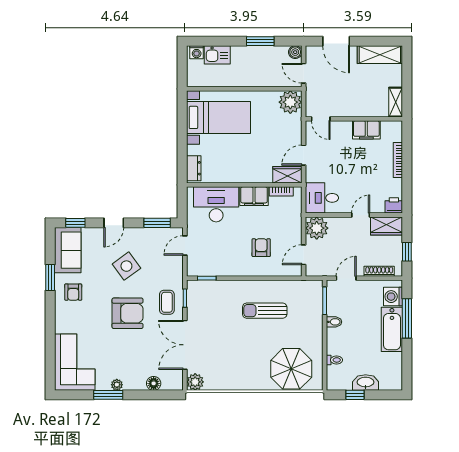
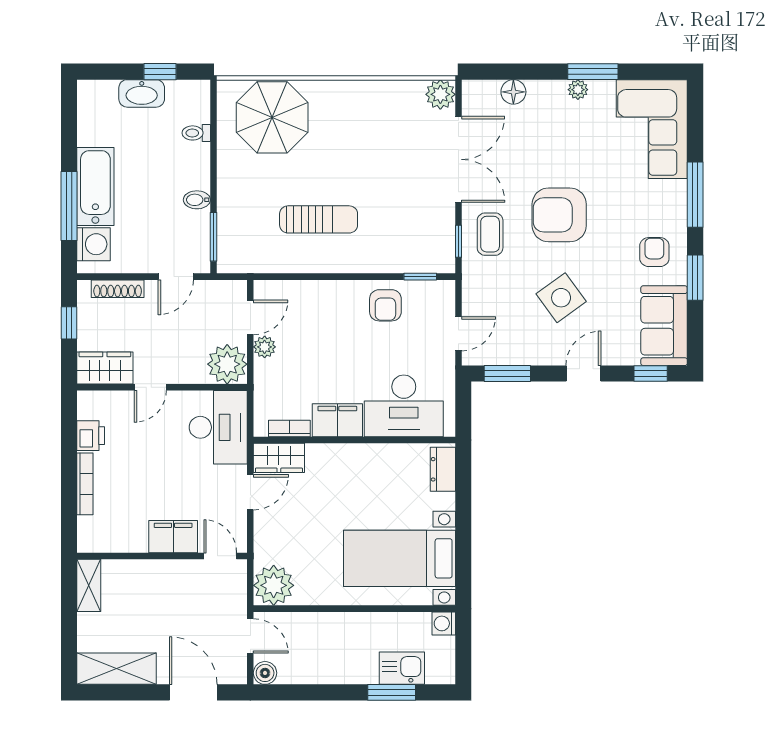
window: (260, 41) -> (392, 692), moved
washing machine: (197, 52) -> (444, 623), moved, turned -90
filing cabinet: (366, 130) -> (173, 537), moved
desk: (322, 198) -> (218, 427), width x1.37
printer: (394, 205) -> (91, 436), moved, turned -90
plant: (295, 238) -> (265, 347), added
armchair: (261, 248) -> (385, 305), moved
window: (50, 325) -> (695, 195), added

